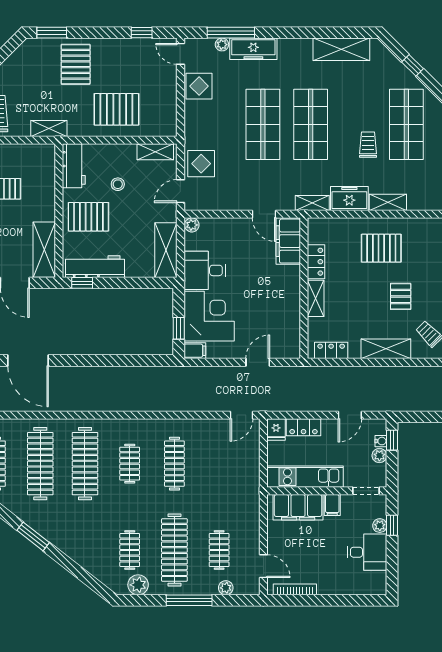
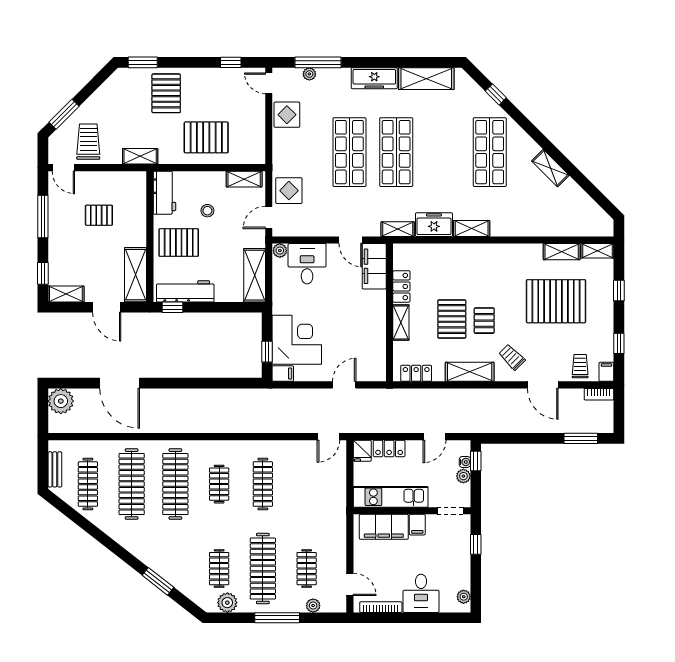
freezer: (253, 49) -> (374, 78), moved
trolley: (368, 145) -> (452, 172), removed
pallet: (381, 248) -> (452, 319), moved, turned 90
desk: (205, 270) -> (307, 264), moved, turned 90
plant: (380, 526) -> (464, 597), moved
window: (33, 536) -> (158, 581), moved
desk: (367, 552) -> (421, 593), moved, turned 90

